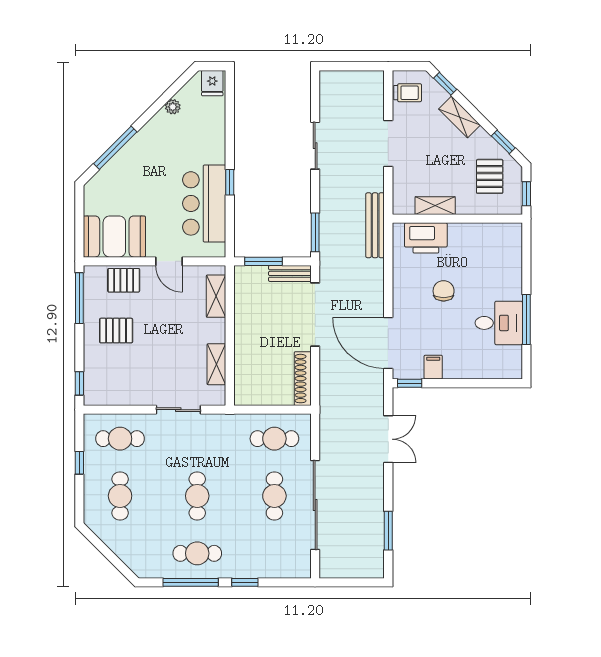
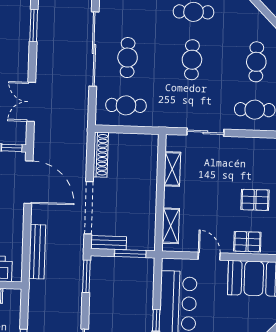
bench: (375, 225) -> (37, 252), moved

